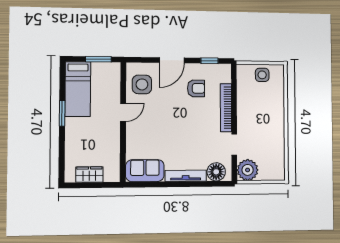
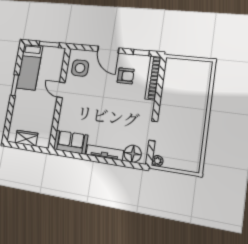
door: (172, 60) -> (108, 50), hinge flipped
side table: (262, 75) -> (189, 69), removed
bookcase: (226, 108) -> (153, 78), moved
door: (123, 112) -> (61, 90), swing flipped
plant: (248, 170) -> (157, 161), width x0.53, depth x0.53

